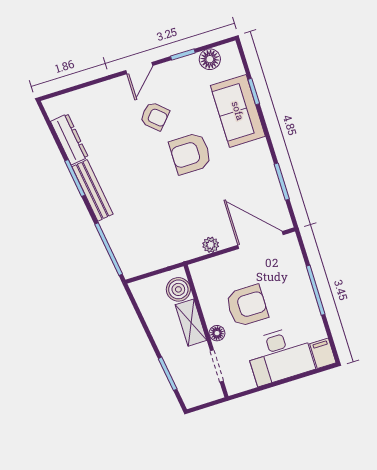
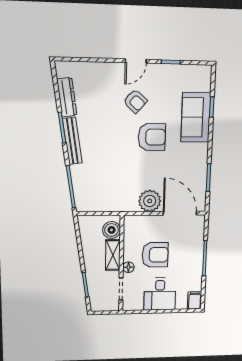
floor lamp: (210, 59) -> (189, 72), removed
armchair: (190, 153) -> (152, 137), turned 180
plant: (211, 245) -> (150, 201), width x1.87, depth x1.87
desk: (280, 355) -> (160, 294), width x0.73

